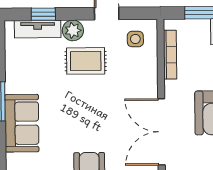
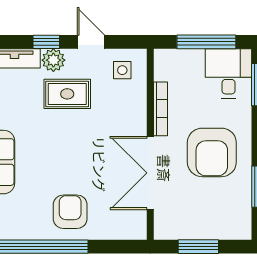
window: (43, 14) -> (46, 42), moved
bookcase: (170, 55) -> (160, 109), moved

